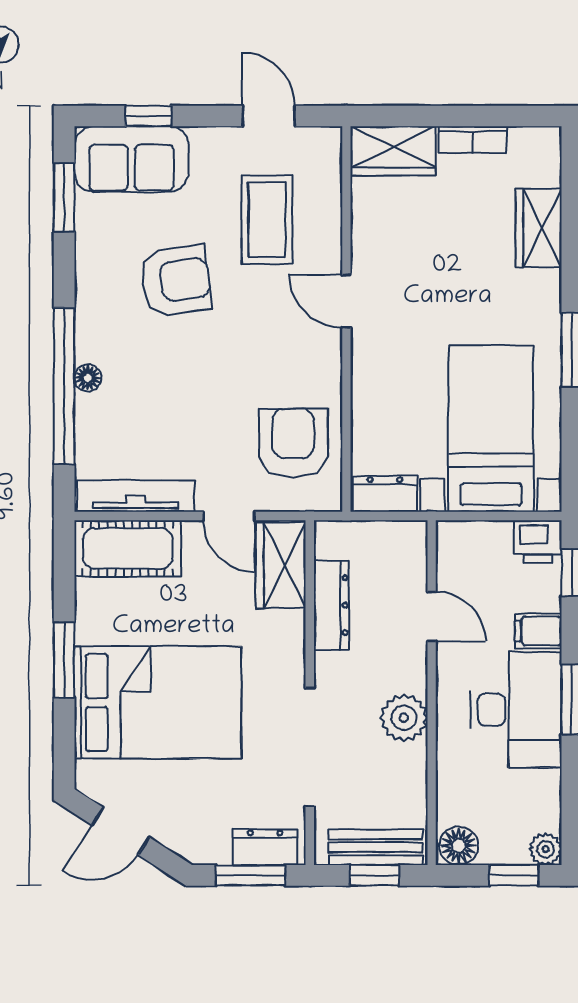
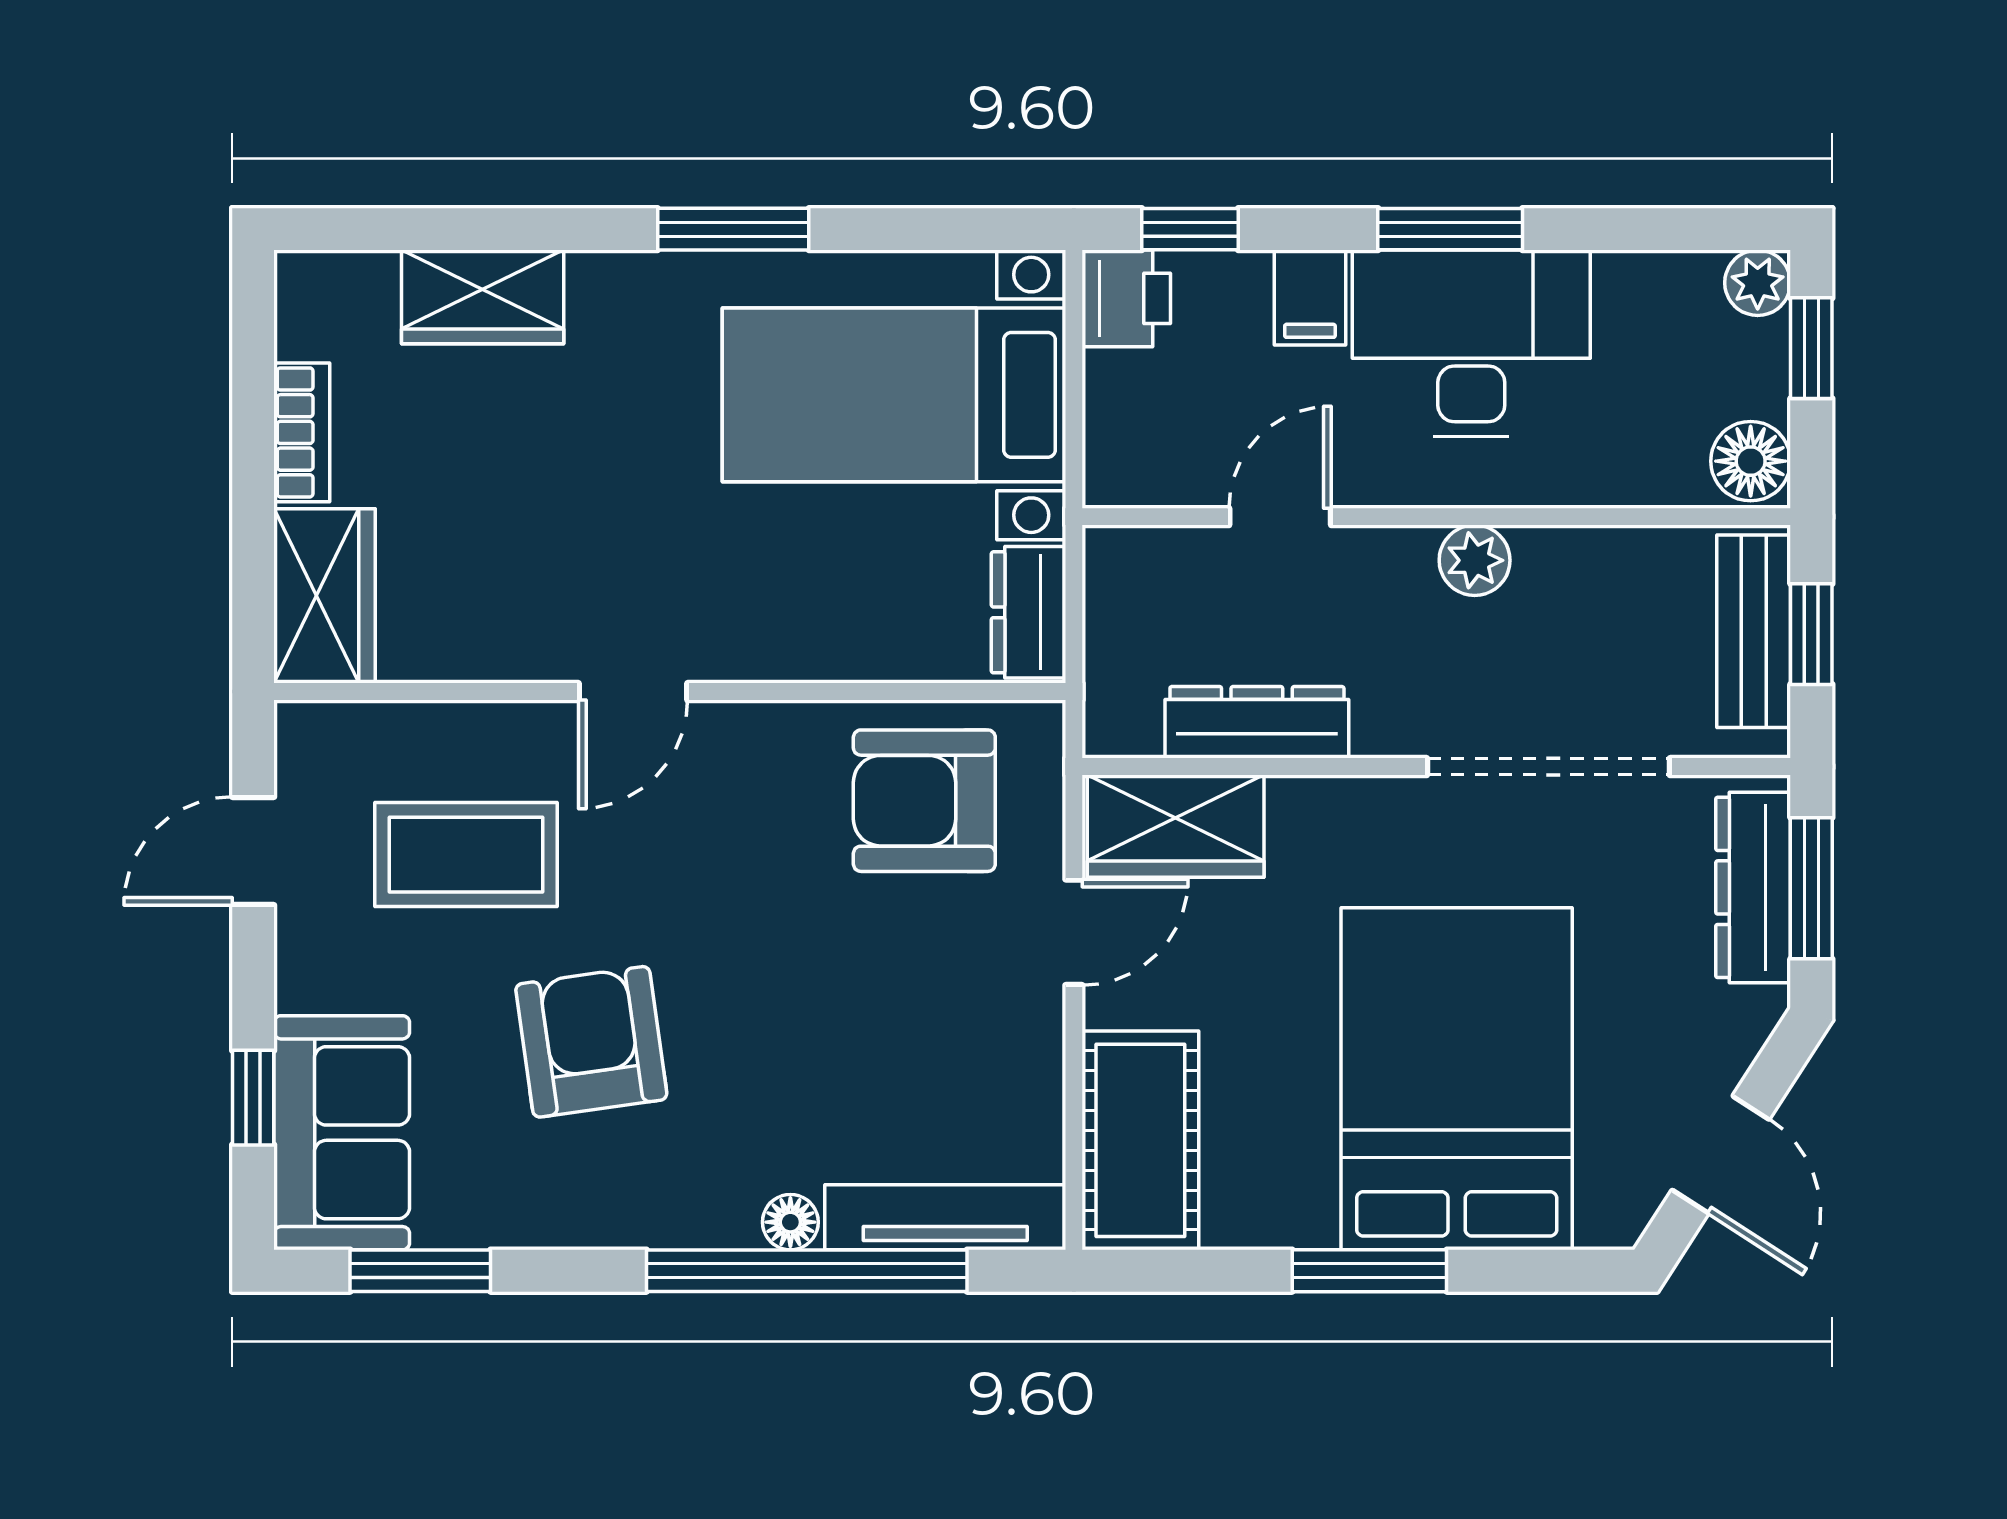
tv unit: (136, 496) -> (945, 1217), moved, turned 90
plant: (404, 718) -> (1475, 560), width x0.73, depth x0.73
dresser: (265, 847) -> (1753, 887), width x1.44

